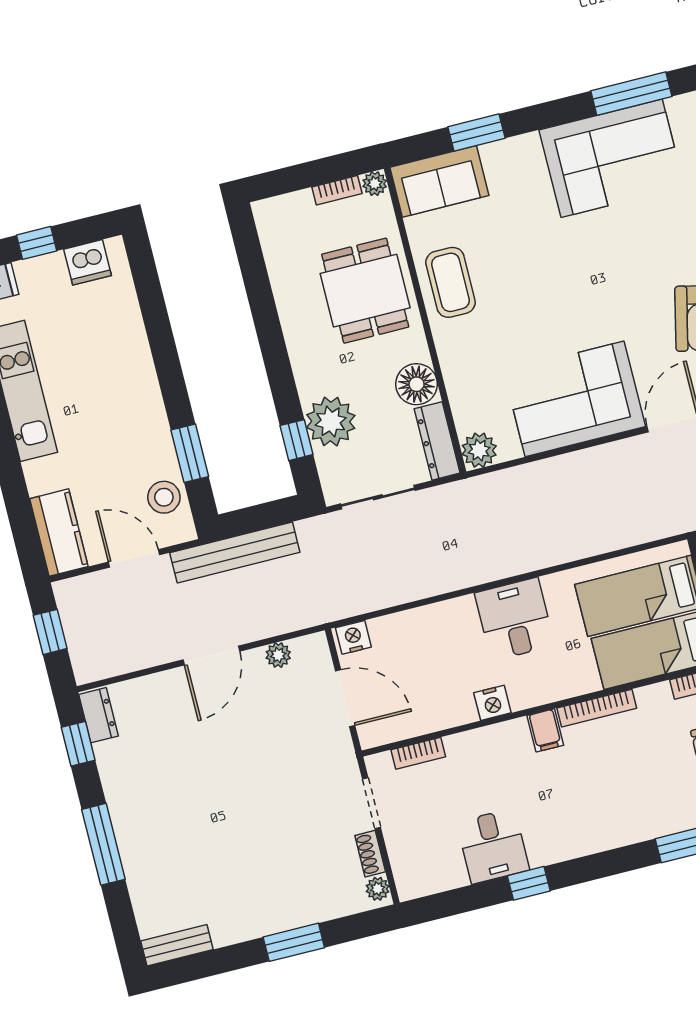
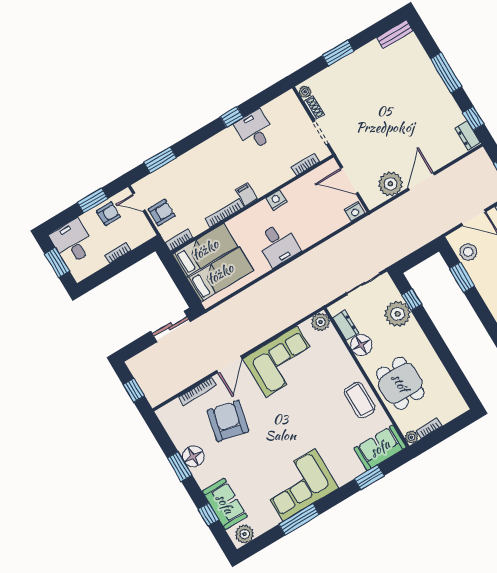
dresser: (437, 441) -> (345, 325), width x0.70
bench: (235, 553) -> (425, 235), removed
plant: (278, 655) -> (391, 184), width x1.87, depth x1.87

